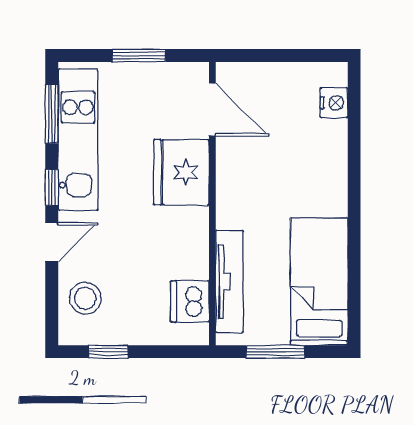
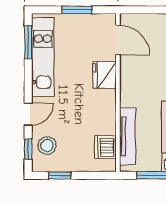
fridge: (181, 172) -> (105, 75), width x0.73, depth x0.75
window: (52, 187) -> (28, 149), moved

